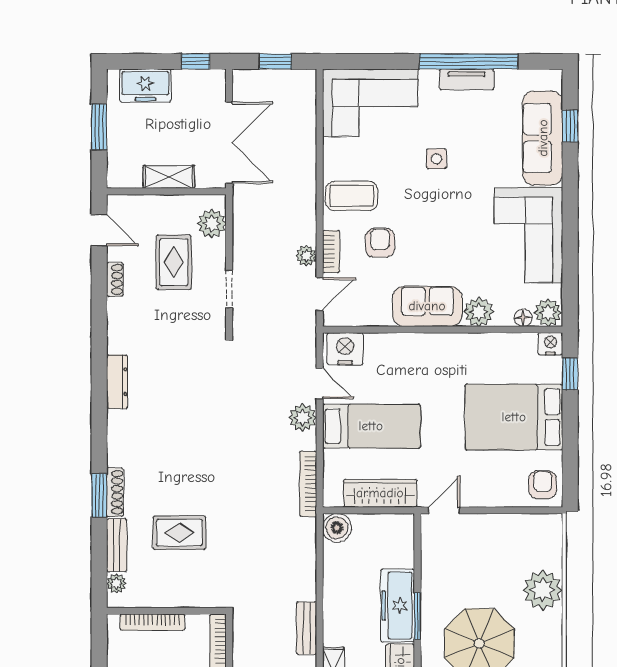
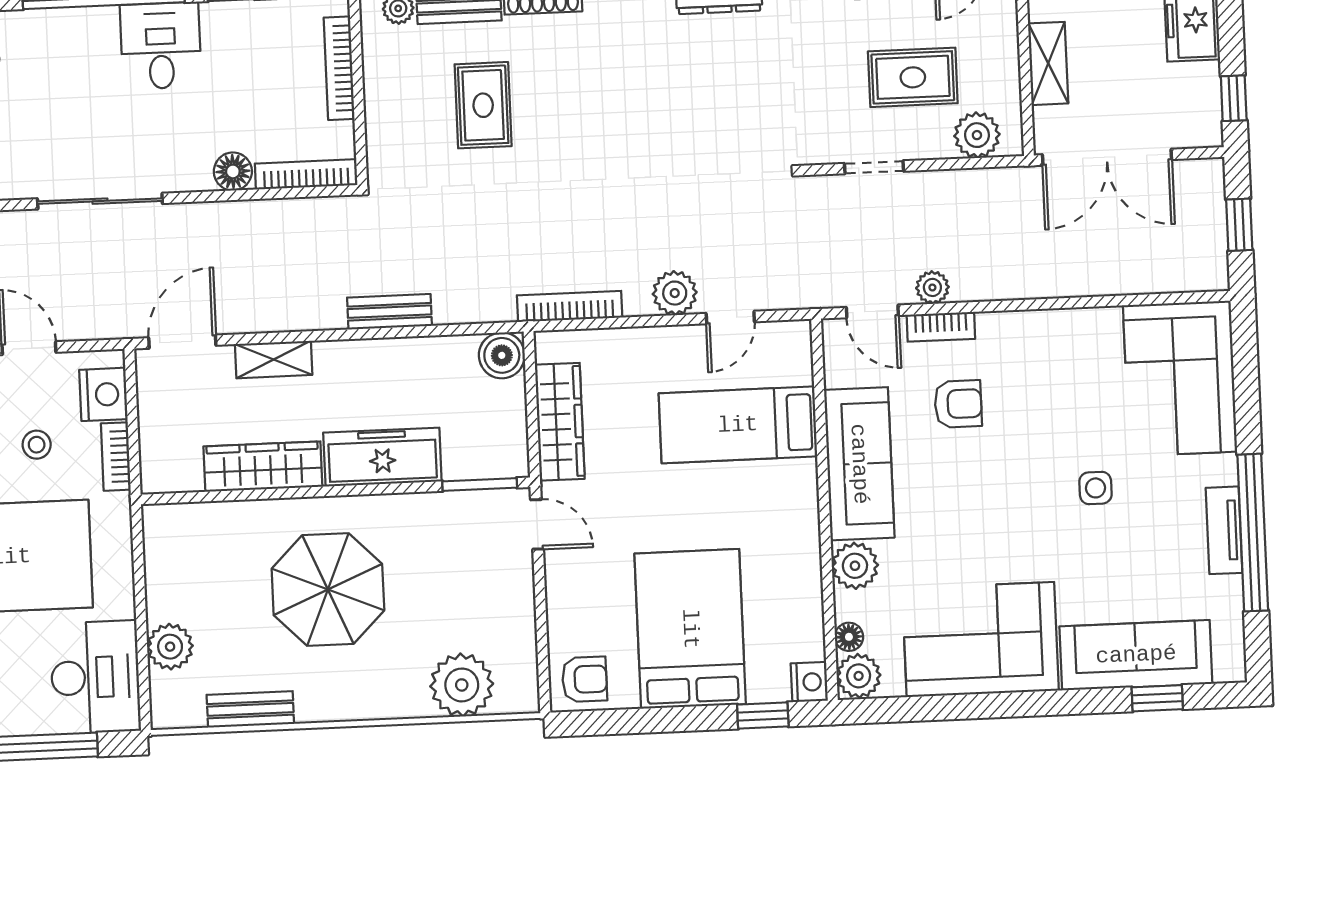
coffee table: (352, 196) -> (1031, 356), removed
sofa: (427, 306) -> (859, 464), width x1.36
nightstand: (345, 349) -> (787, 356), removed
bed: (371, 426) -> (738, 425), moved, turned 90
plant: (543, 590) -> (462, 685), moved
window: (417, 616) -> (480, 485), moved
bench: (307, 628) -> (390, 312), moved

